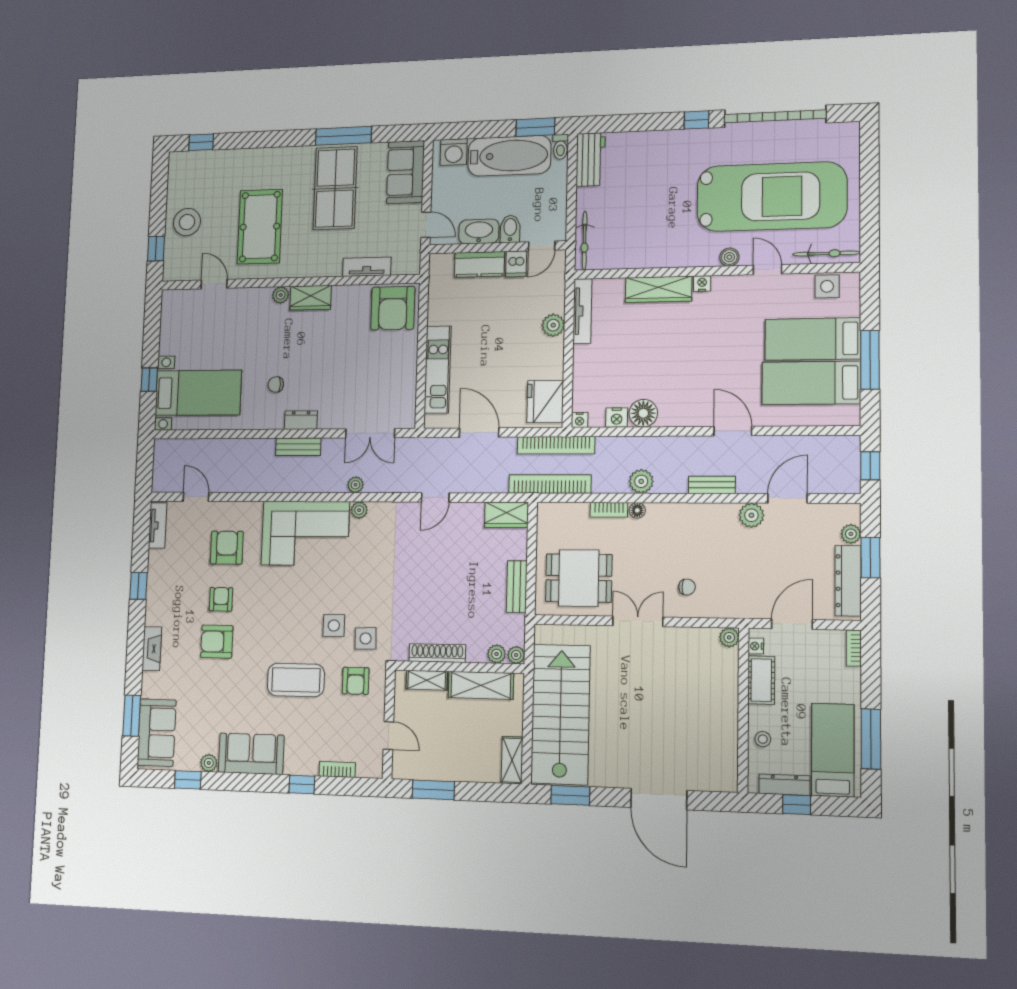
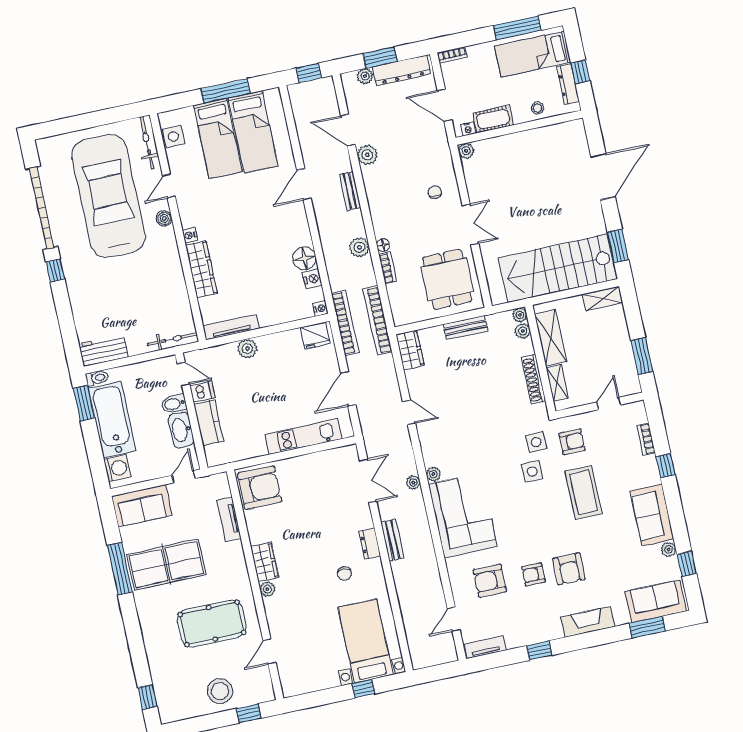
fridge: (545, 402) -> (315, 335), width x0.73, depth x0.75
double door: (638, 621) -> (470, 224), swing flipped
fireplace: (152, 649) -> (588, 622), width x1.37, depth x1.32

